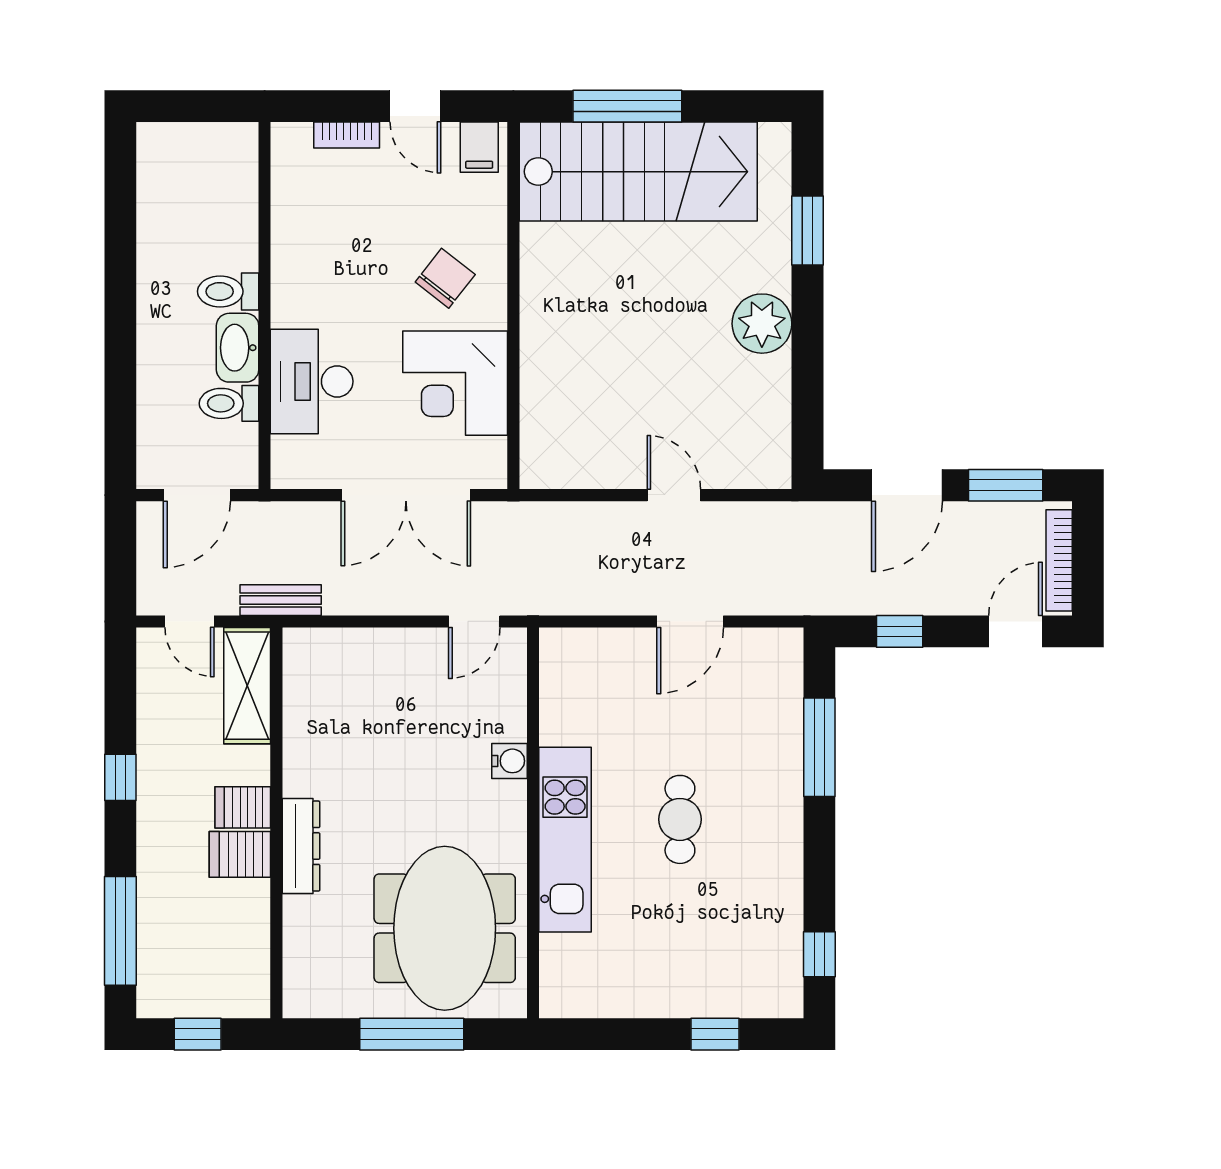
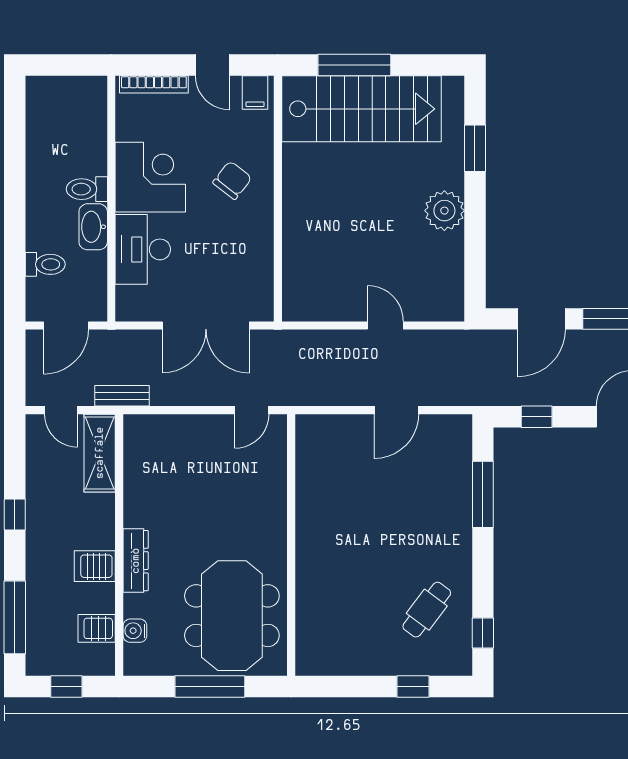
bookcase: (347, 135) -> (154, 84), width x1.56
corner desk: (455, 383) -> (150, 177), moved, turned 180
toilet: (229, 403) -> (45, 264), moved, turned 180
water cooler: (510, 761) -> (135, 631), moved, turned 180
server rack: (243, 807) -> (97, 628), moved
cafe table: (680, 819) -> (427, 610), moved, turned 37
kitchen unit: (565, 840) -> (313, 556), removed

